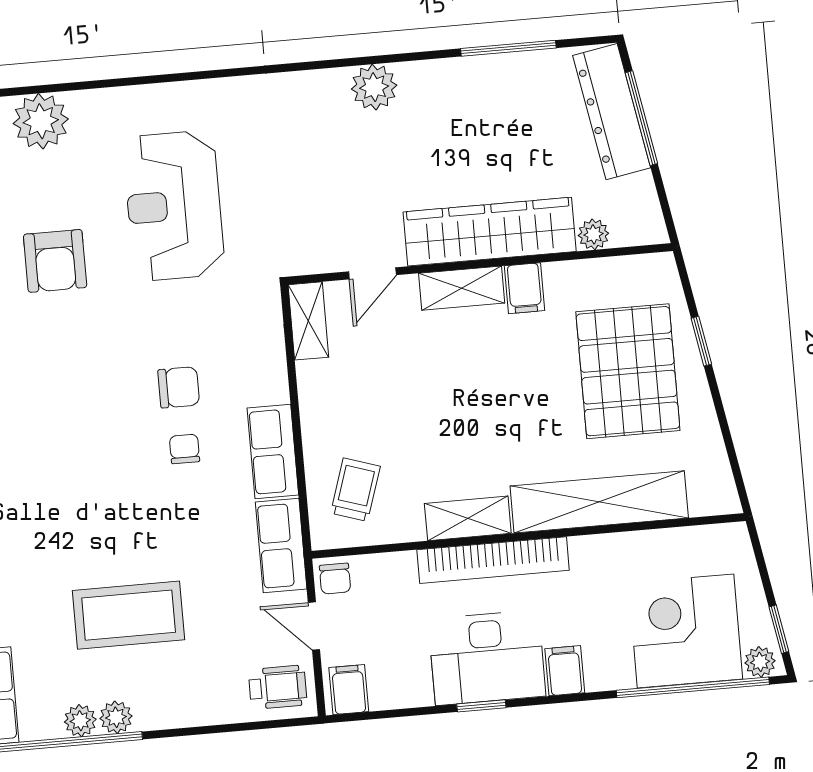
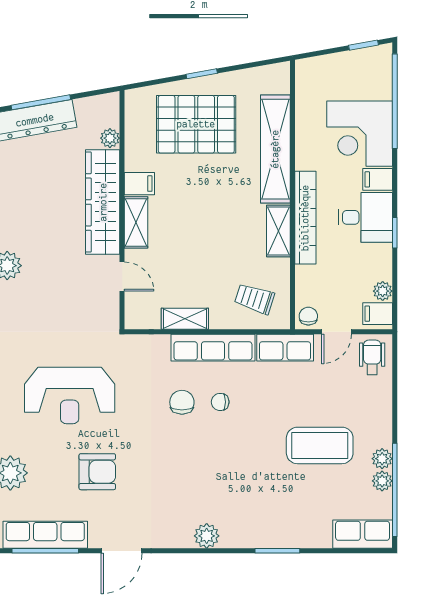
shelving: (308, 321) -> (185, 319), moved
window: (701, 341) -> (202, 74), moved
row of seats: (273, 451) -> (213, 348), width x1.48
chair: (335, 579) -> (308, 316), turned -90
coffee table: (129, 615) -> (320, 445), turned 90
corner desk: (685, 631) -> (360, 134), moved
desk: (487, 658) -> (365, 217), width x0.73
plant: (760, 662) -> (383, 291), moved

